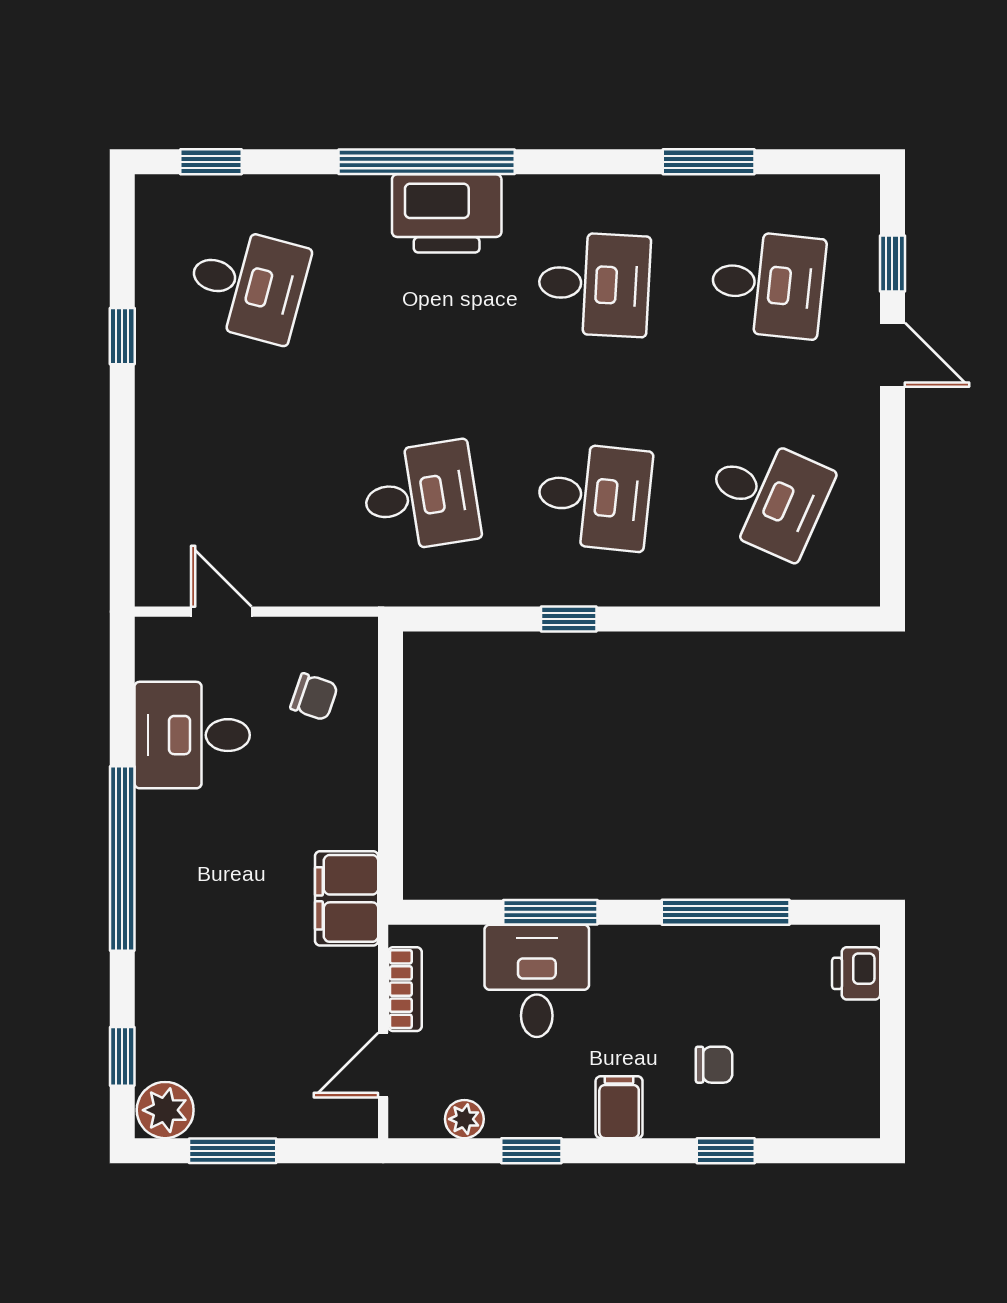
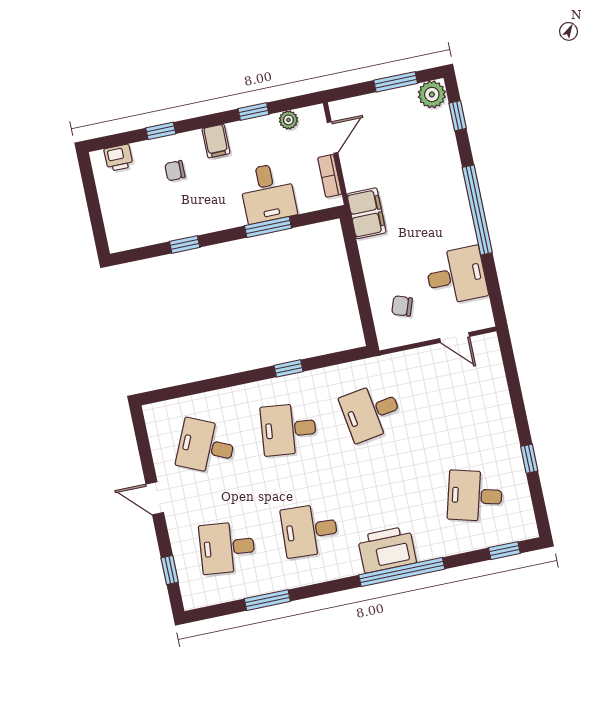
door: (892, 355) -> (155, 498), moved
window: (726, 912) -> (185, 244), width x0.46
printer: (856, 973) -> (118, 158), moved, turned 90

